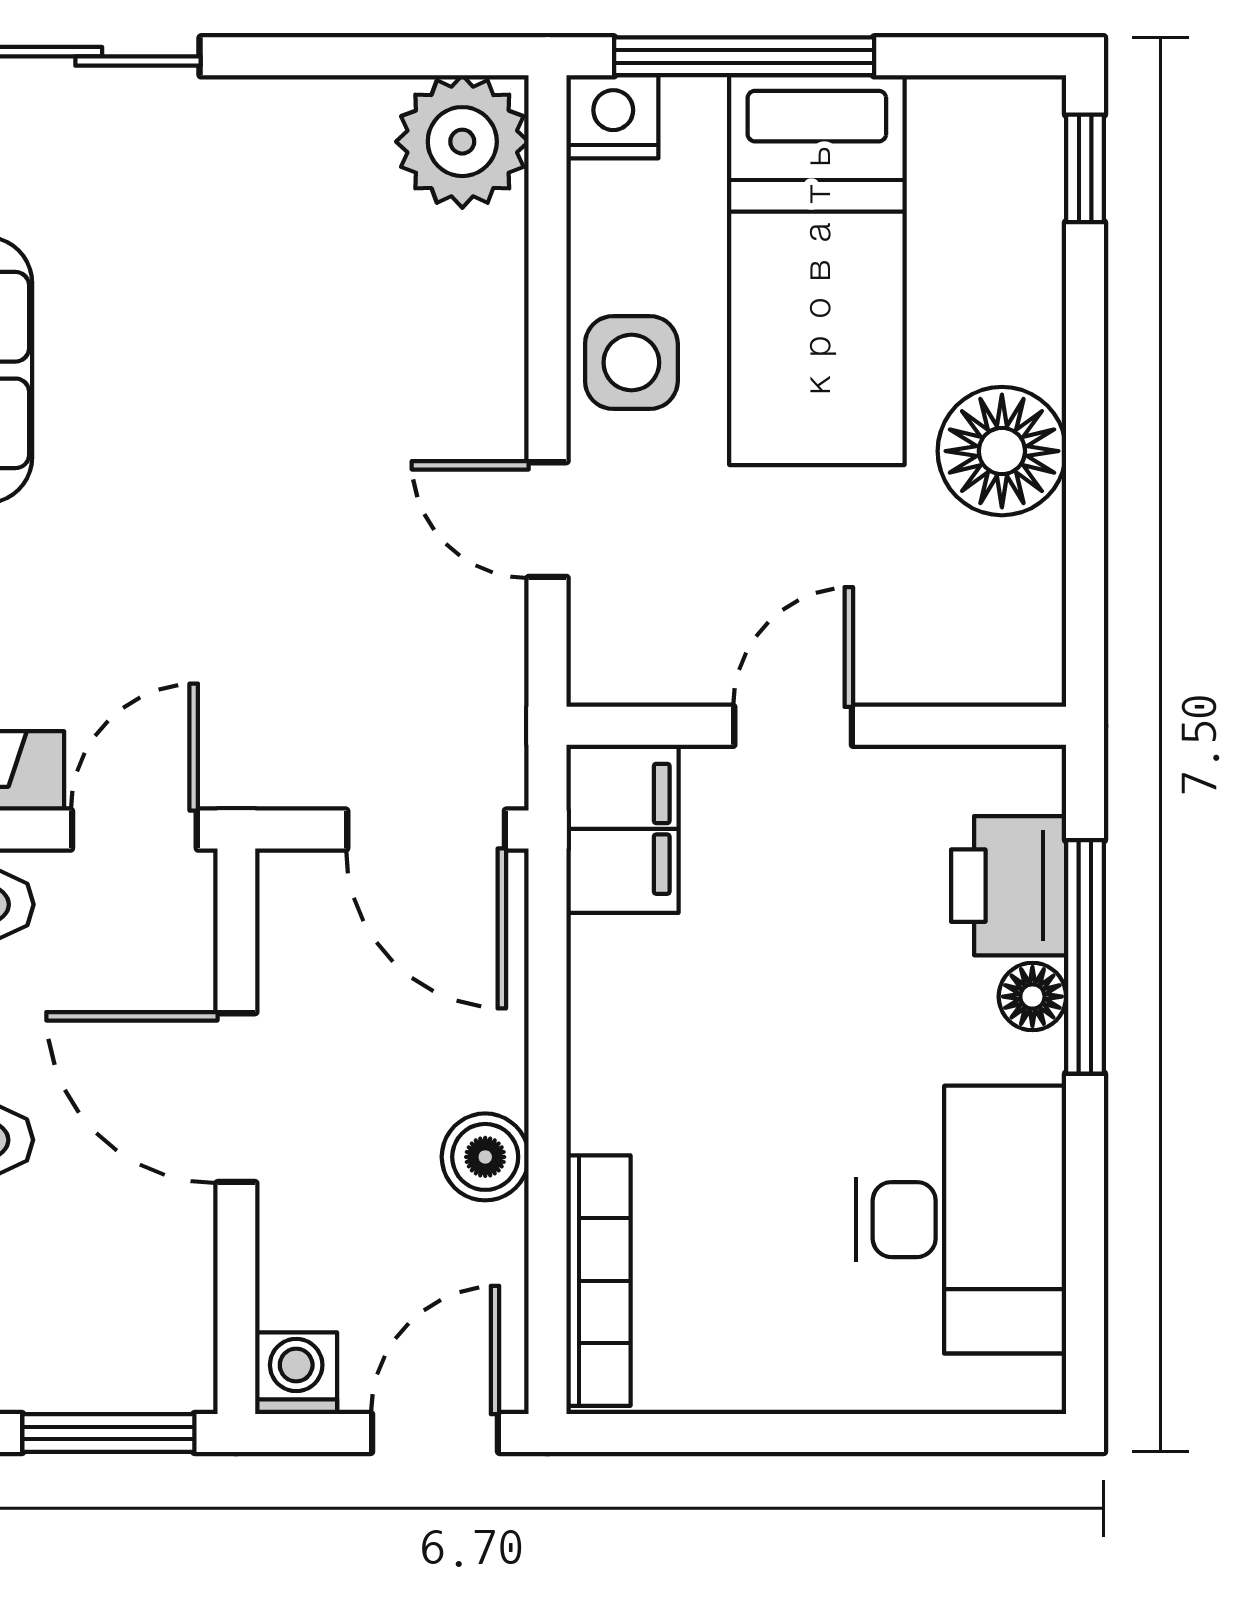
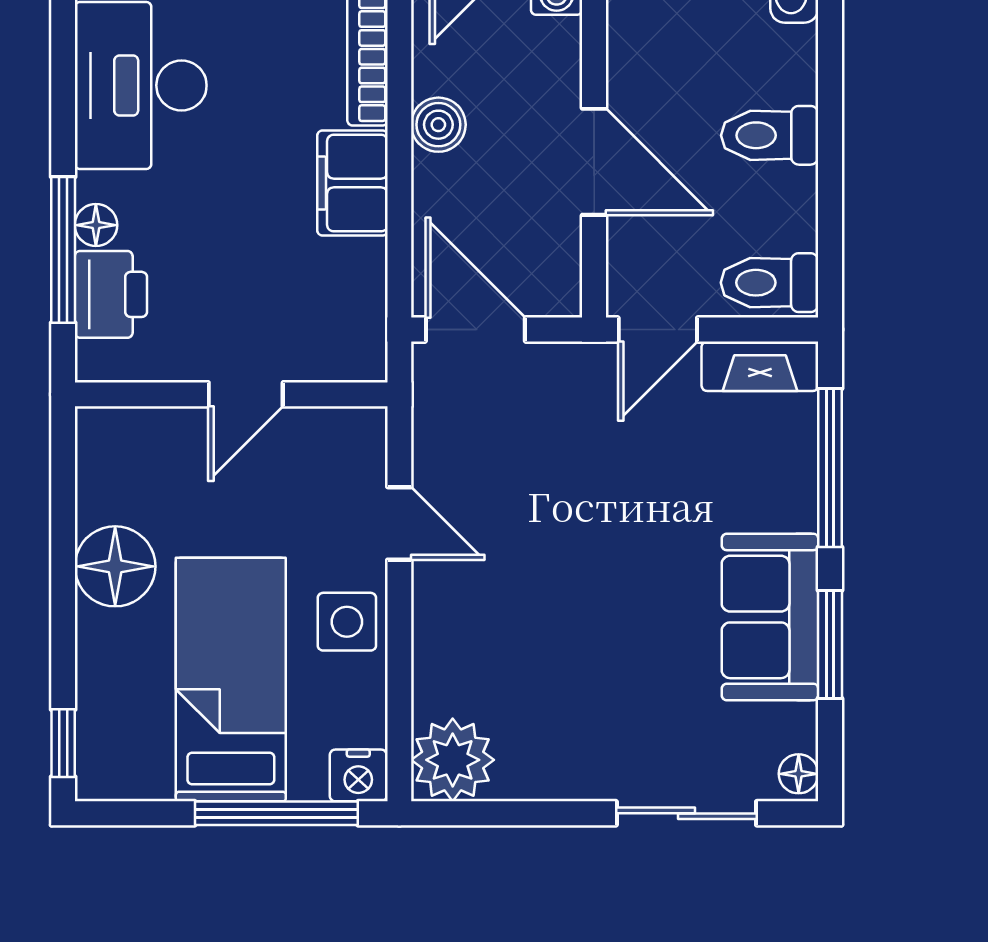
filing cabinet: (622, 829) -> (352, 183), moved

